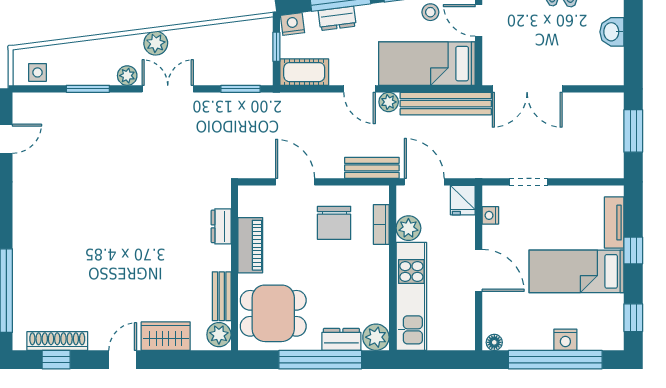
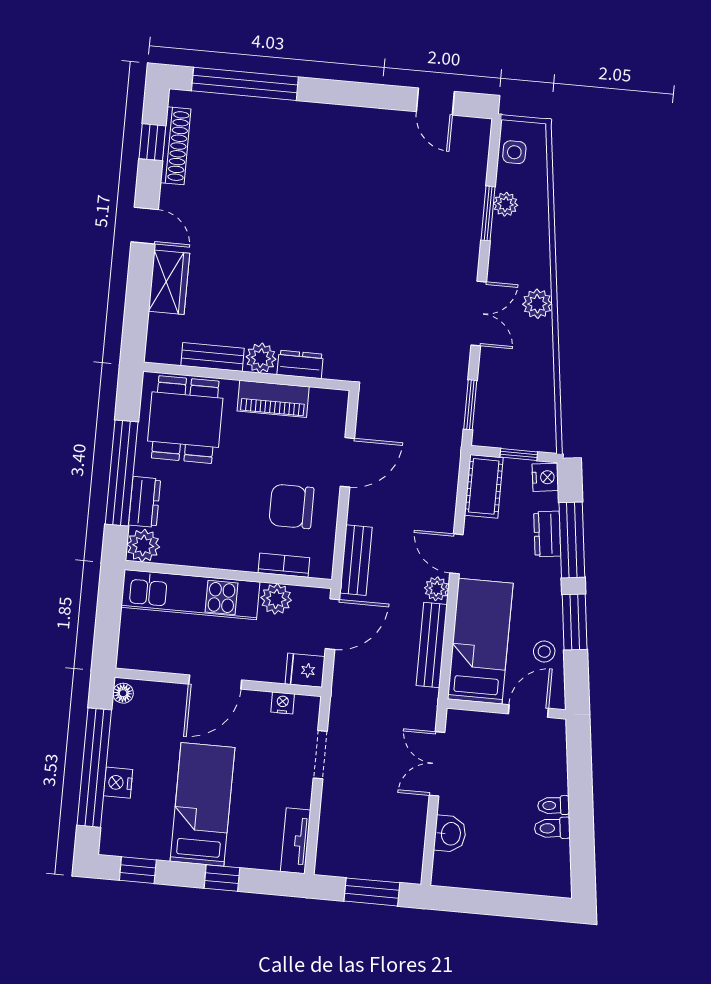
washbasin: (612, 32) -> (450, 834), moved, turned 90
plant: (127, 76) -> (506, 204), moved
door: (360, 89) -> (456, 554), hinge flipped
double door: (527, 89) -> (437, 764), width x0.73
bench: (446, 104) -> (432, 645), width x0.73, depth x0.82
tv unit: (614, 223) -> (296, 841), moved, turned -90
plant: (219, 335) -> (261, 358), moved

